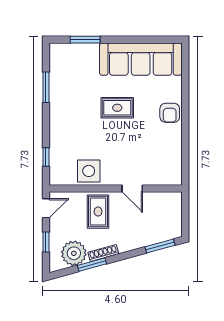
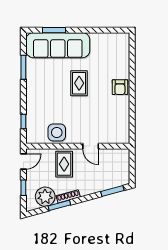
sofa: (141, 59) -> (58, 45), moved
rug: (117, 108) -> (79, 83), turned 90

